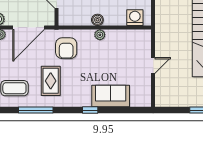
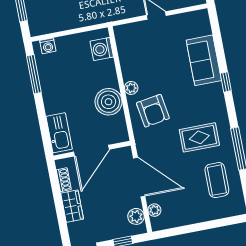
boiler: (97, 20) -> (109, 102), width x1.86, depth x1.86
armchair: (66, 48) -> (153, 111), moved, turned 81

